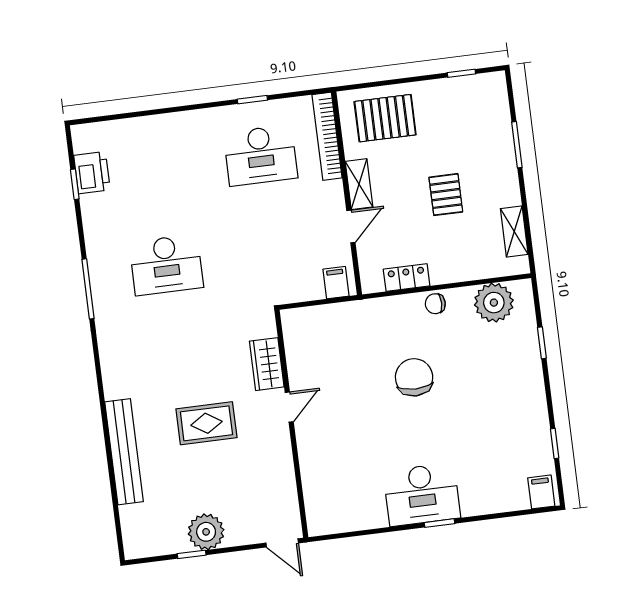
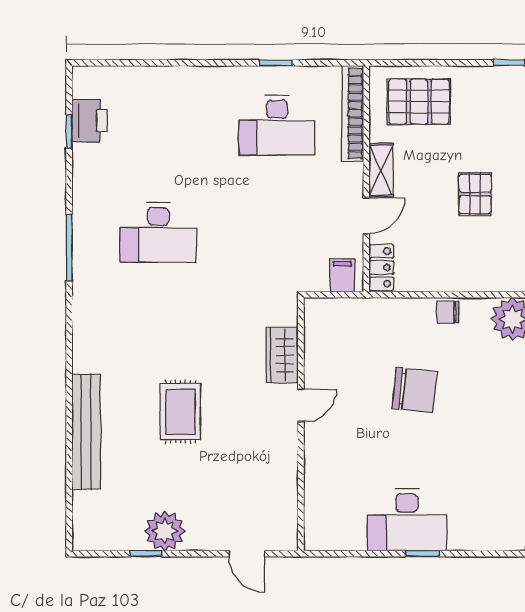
locker: (407, 278) -> (381, 267), moved, turned 90
wardrobe: (267, 364) -> (282, 355), moved
chair: (414, 377) -> (415, 390), turned 96
door: (289, 407) -> (301, 405), moved
rug: (206, 423) -> (180, 412), turned 90
wall: (291, 424) -> (301, 424), moved

